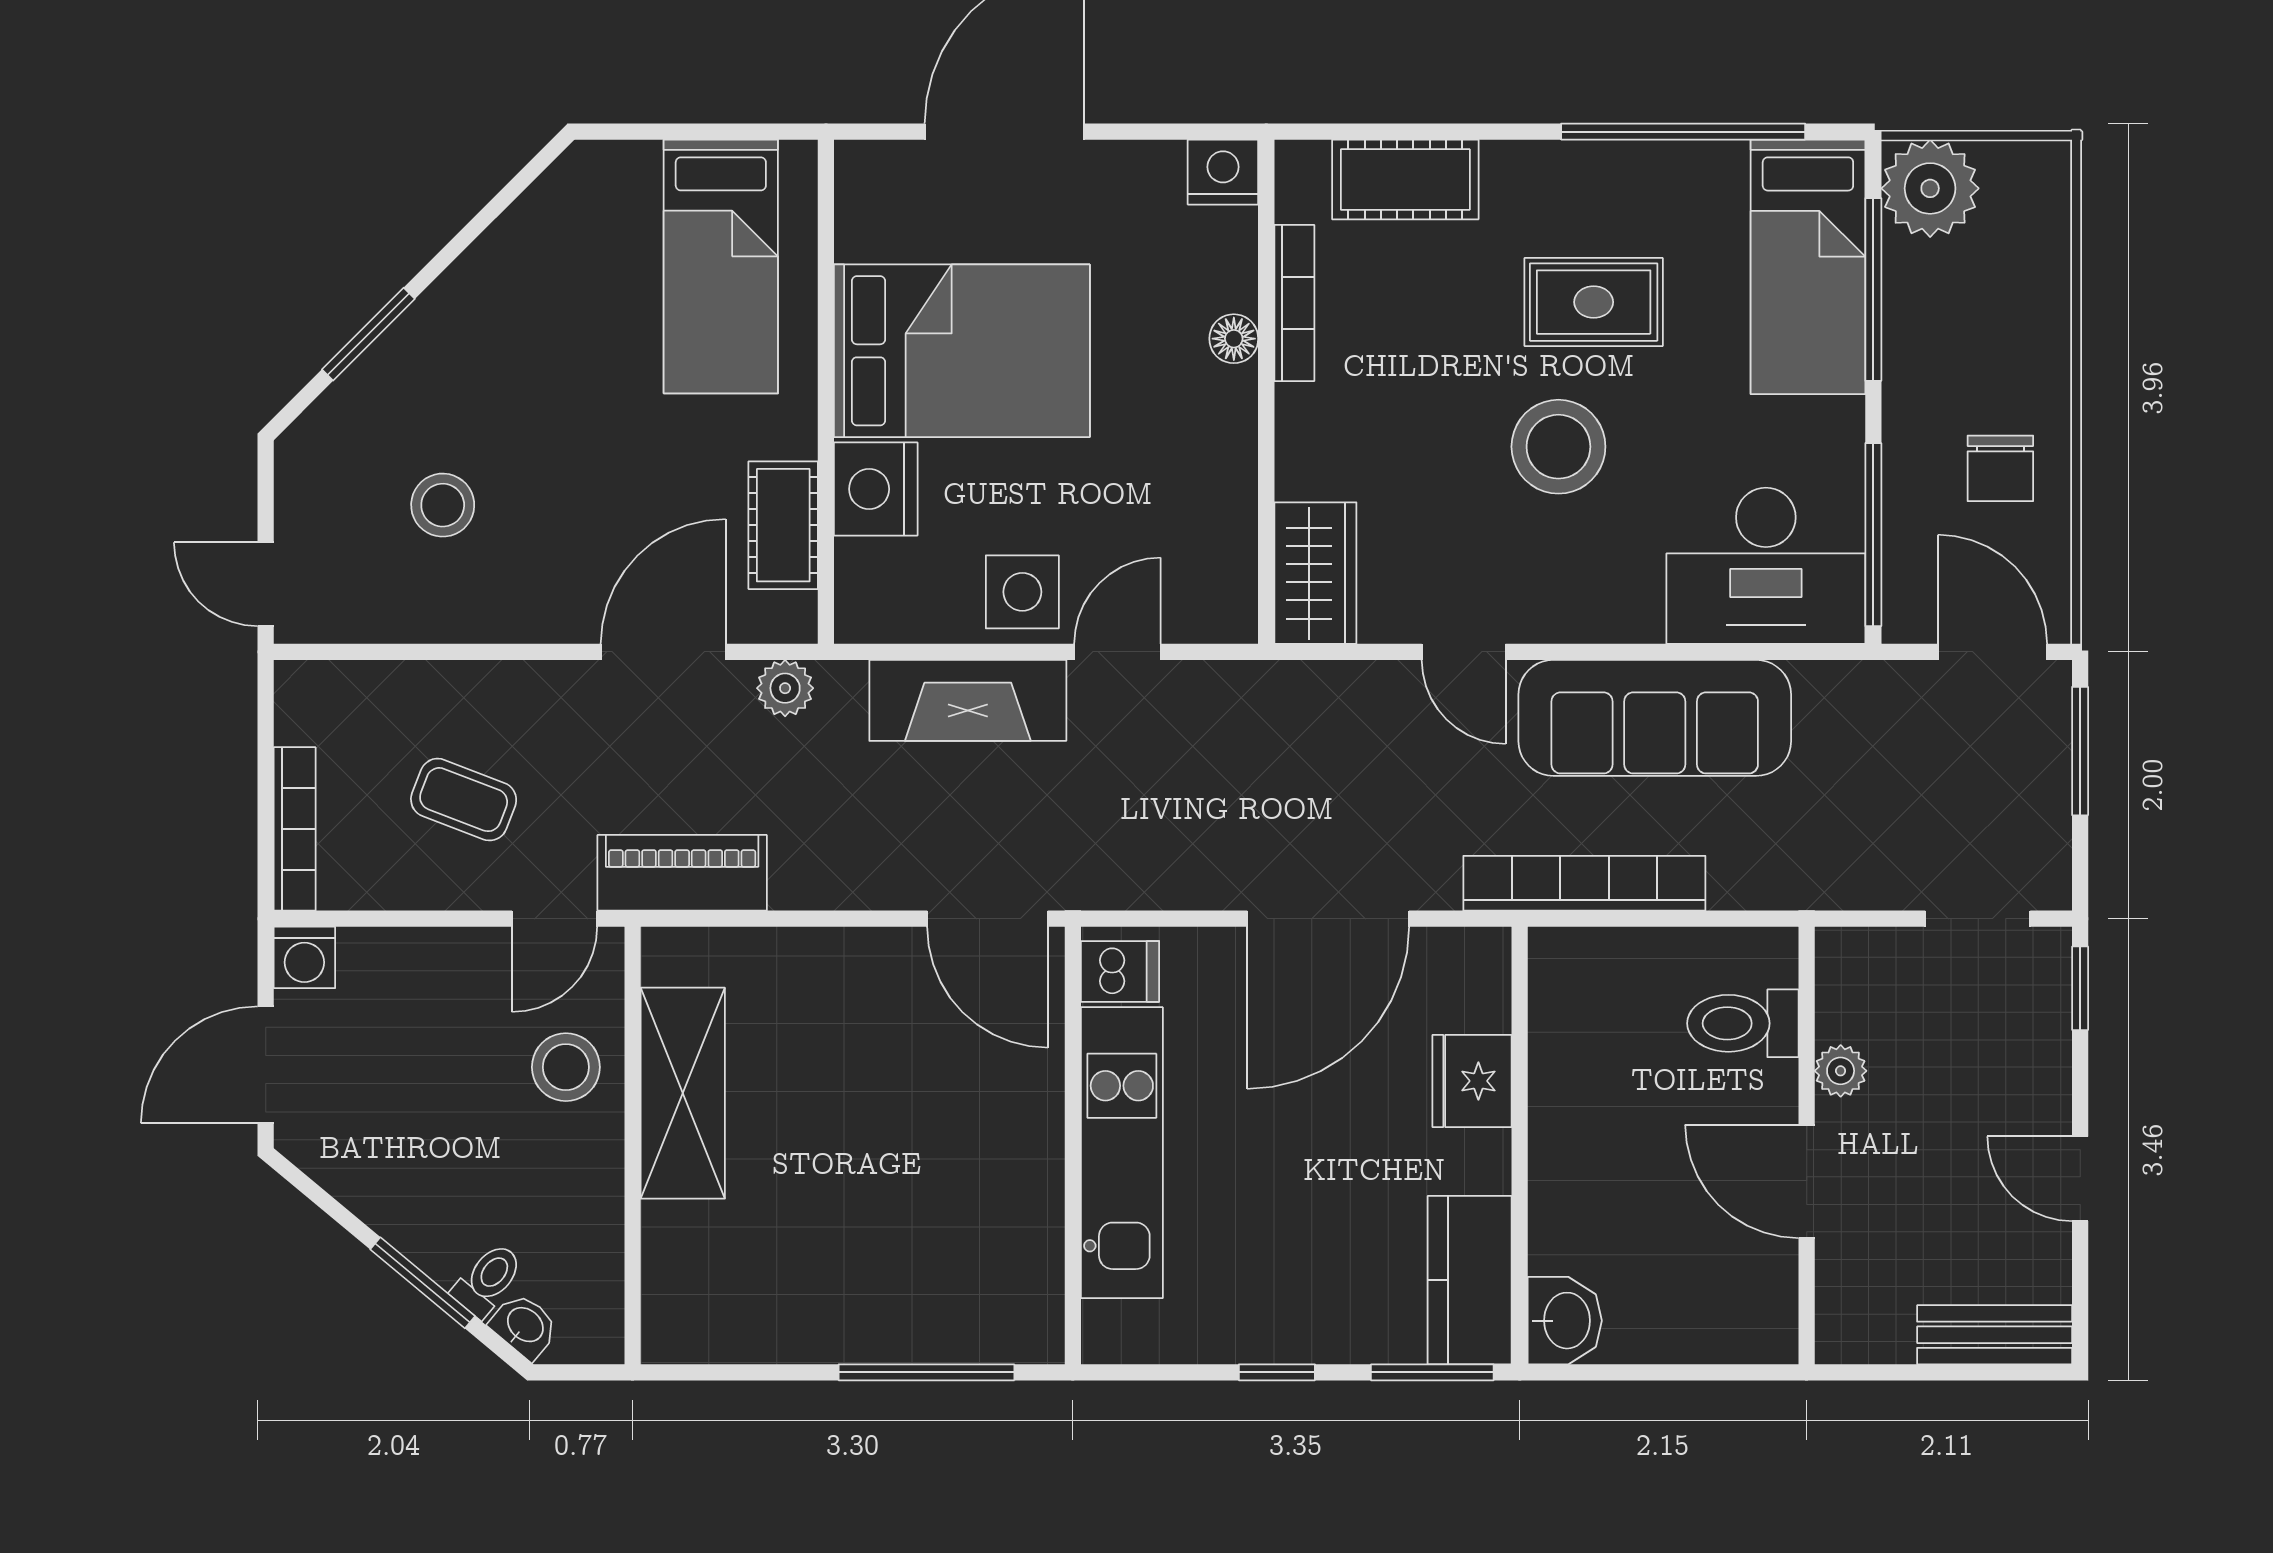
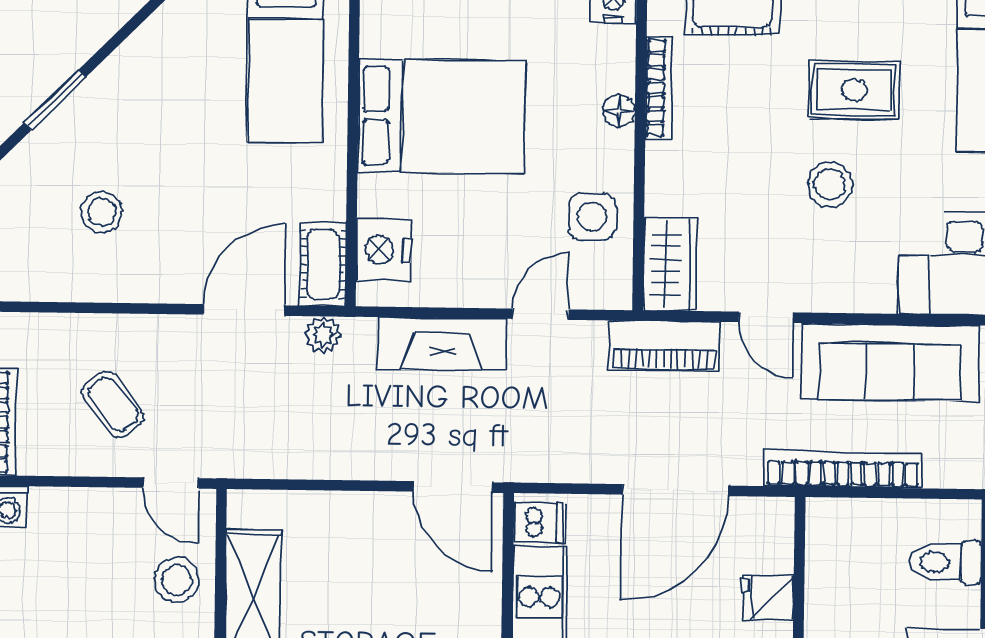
stool: (1558, 447) -> (830, 184), width x0.73, depth x0.73
nightstand: (876, 489) -> (384, 250), moved
cot: (783, 525) -> (323, 264), moved
side table: (1022, 592) -> (592, 217), moved
coffee table: (464, 800) -> (113, 404), turned 30
piano: (682, 873) -> (664, 346), moved, turned 180
door: (555, 919) -> (171, 483), hinge flipped
fridge: (1472, 1081) -> (768, 597), width x0.72

